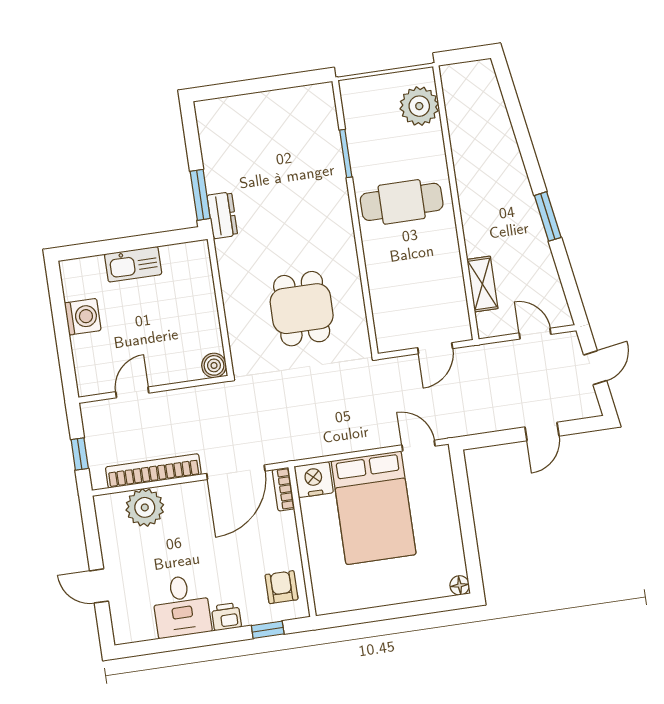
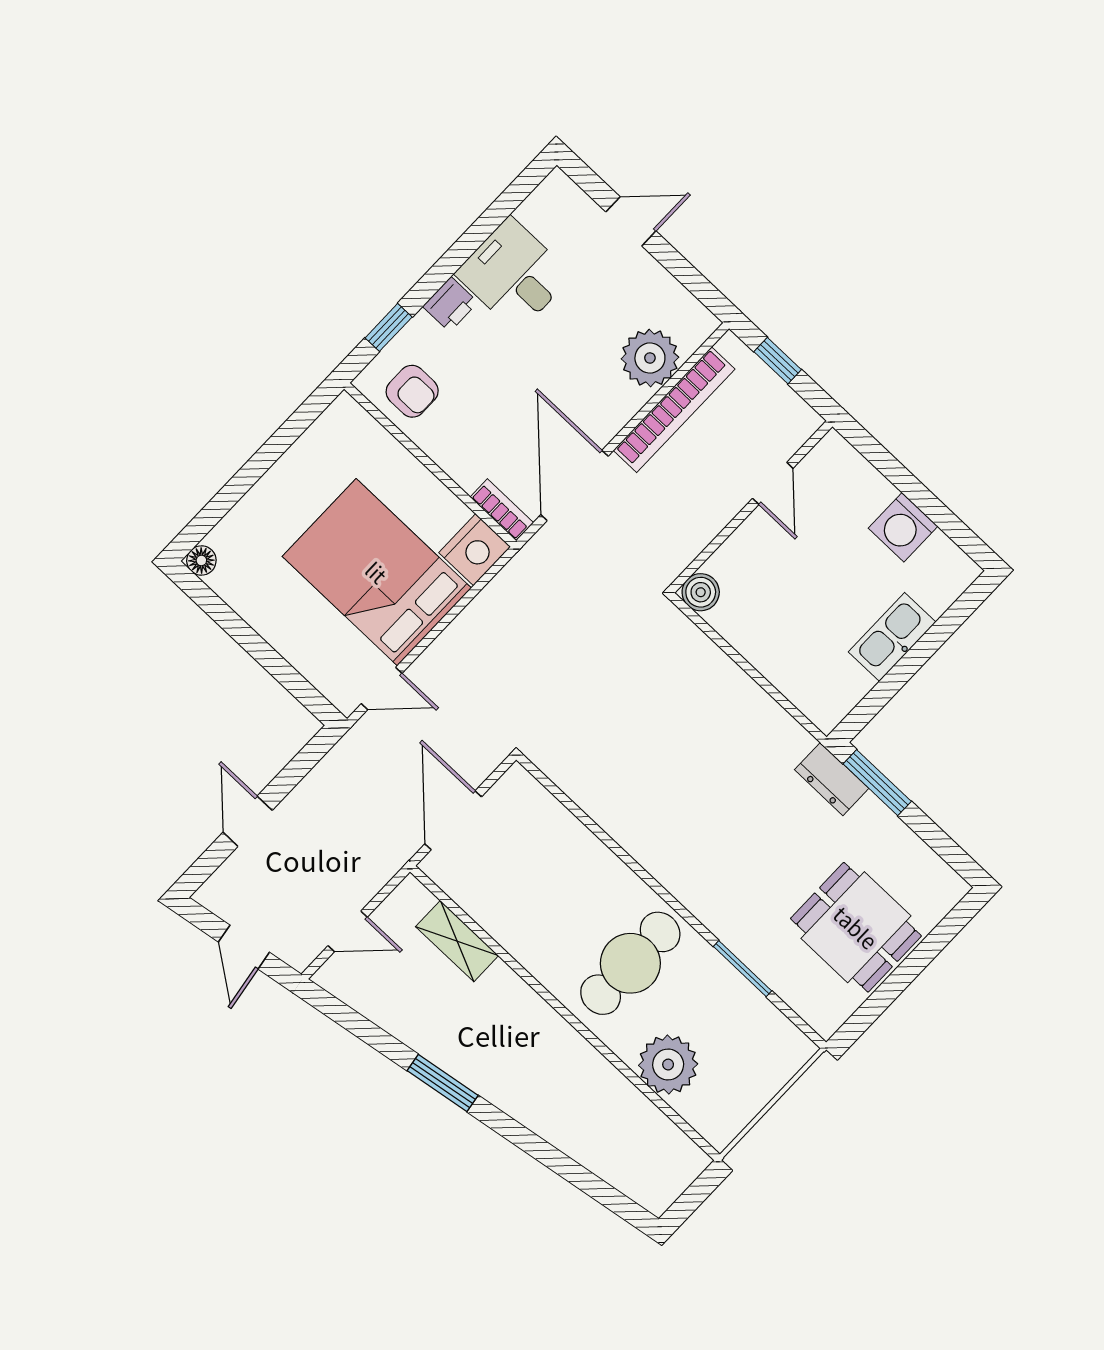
plant: (419, 106) -> (668, 1065), moved
dining table: (302, 309) -> (856, 927), moved
door: (435, 348) -> (453, 820), width x1.38

